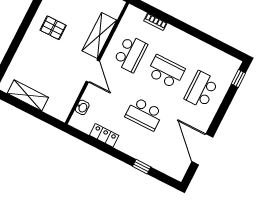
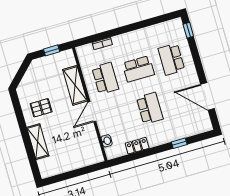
door: (93, 71) -> (92, 112), swing flipped
school desk: (166, 72) -> (138, 69), turned 180
shelving: (28, 95) -> (38, 142), moved, turned 90
school desk: (144, 114) -> (150, 108), turned -90

